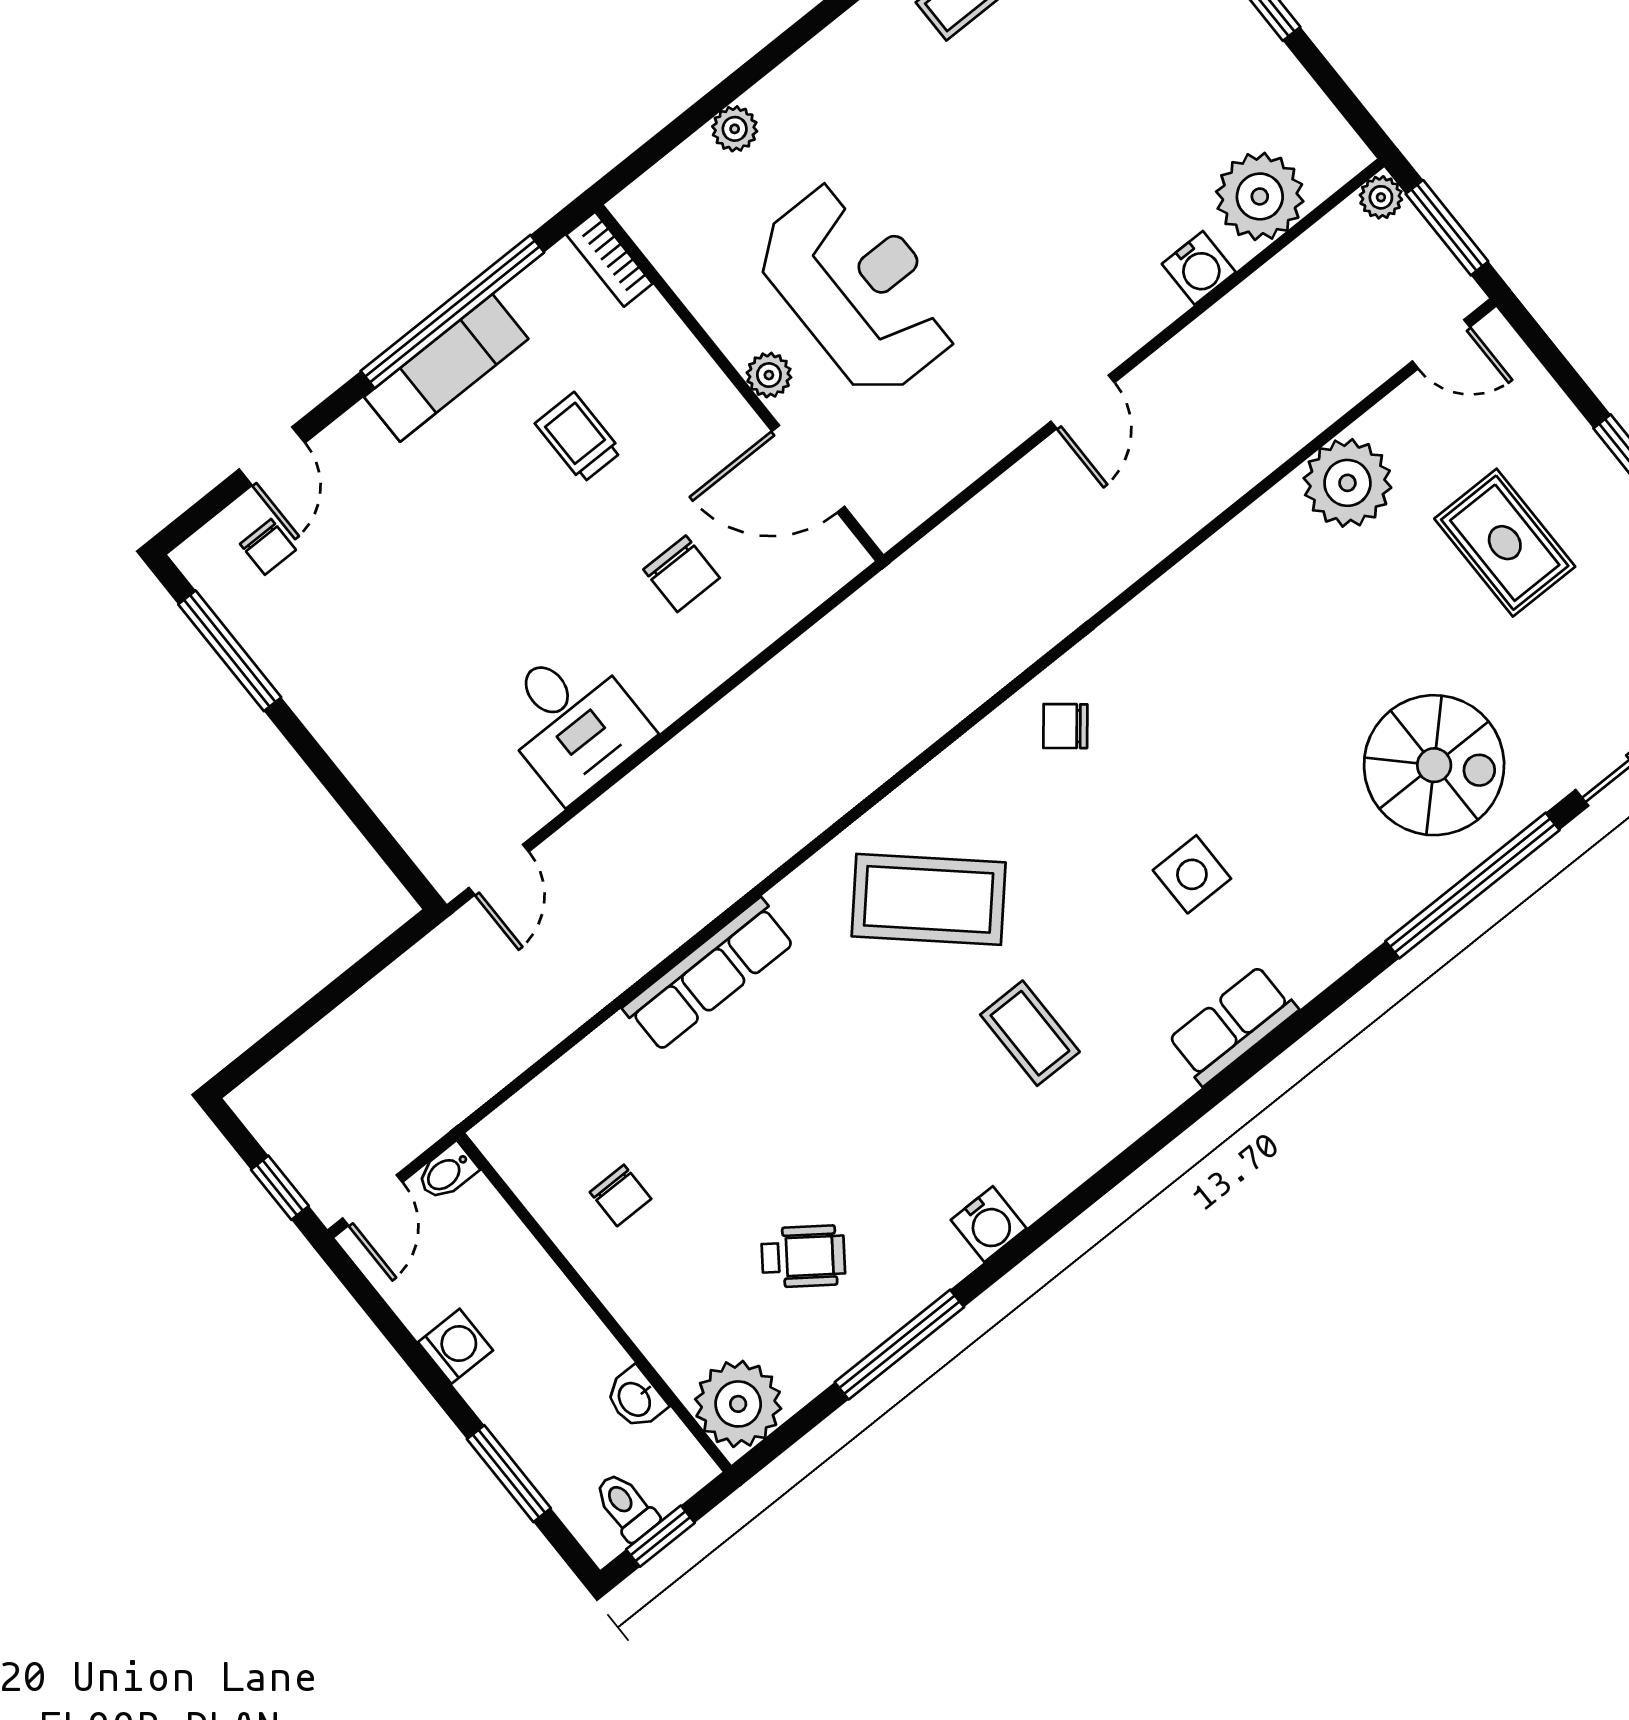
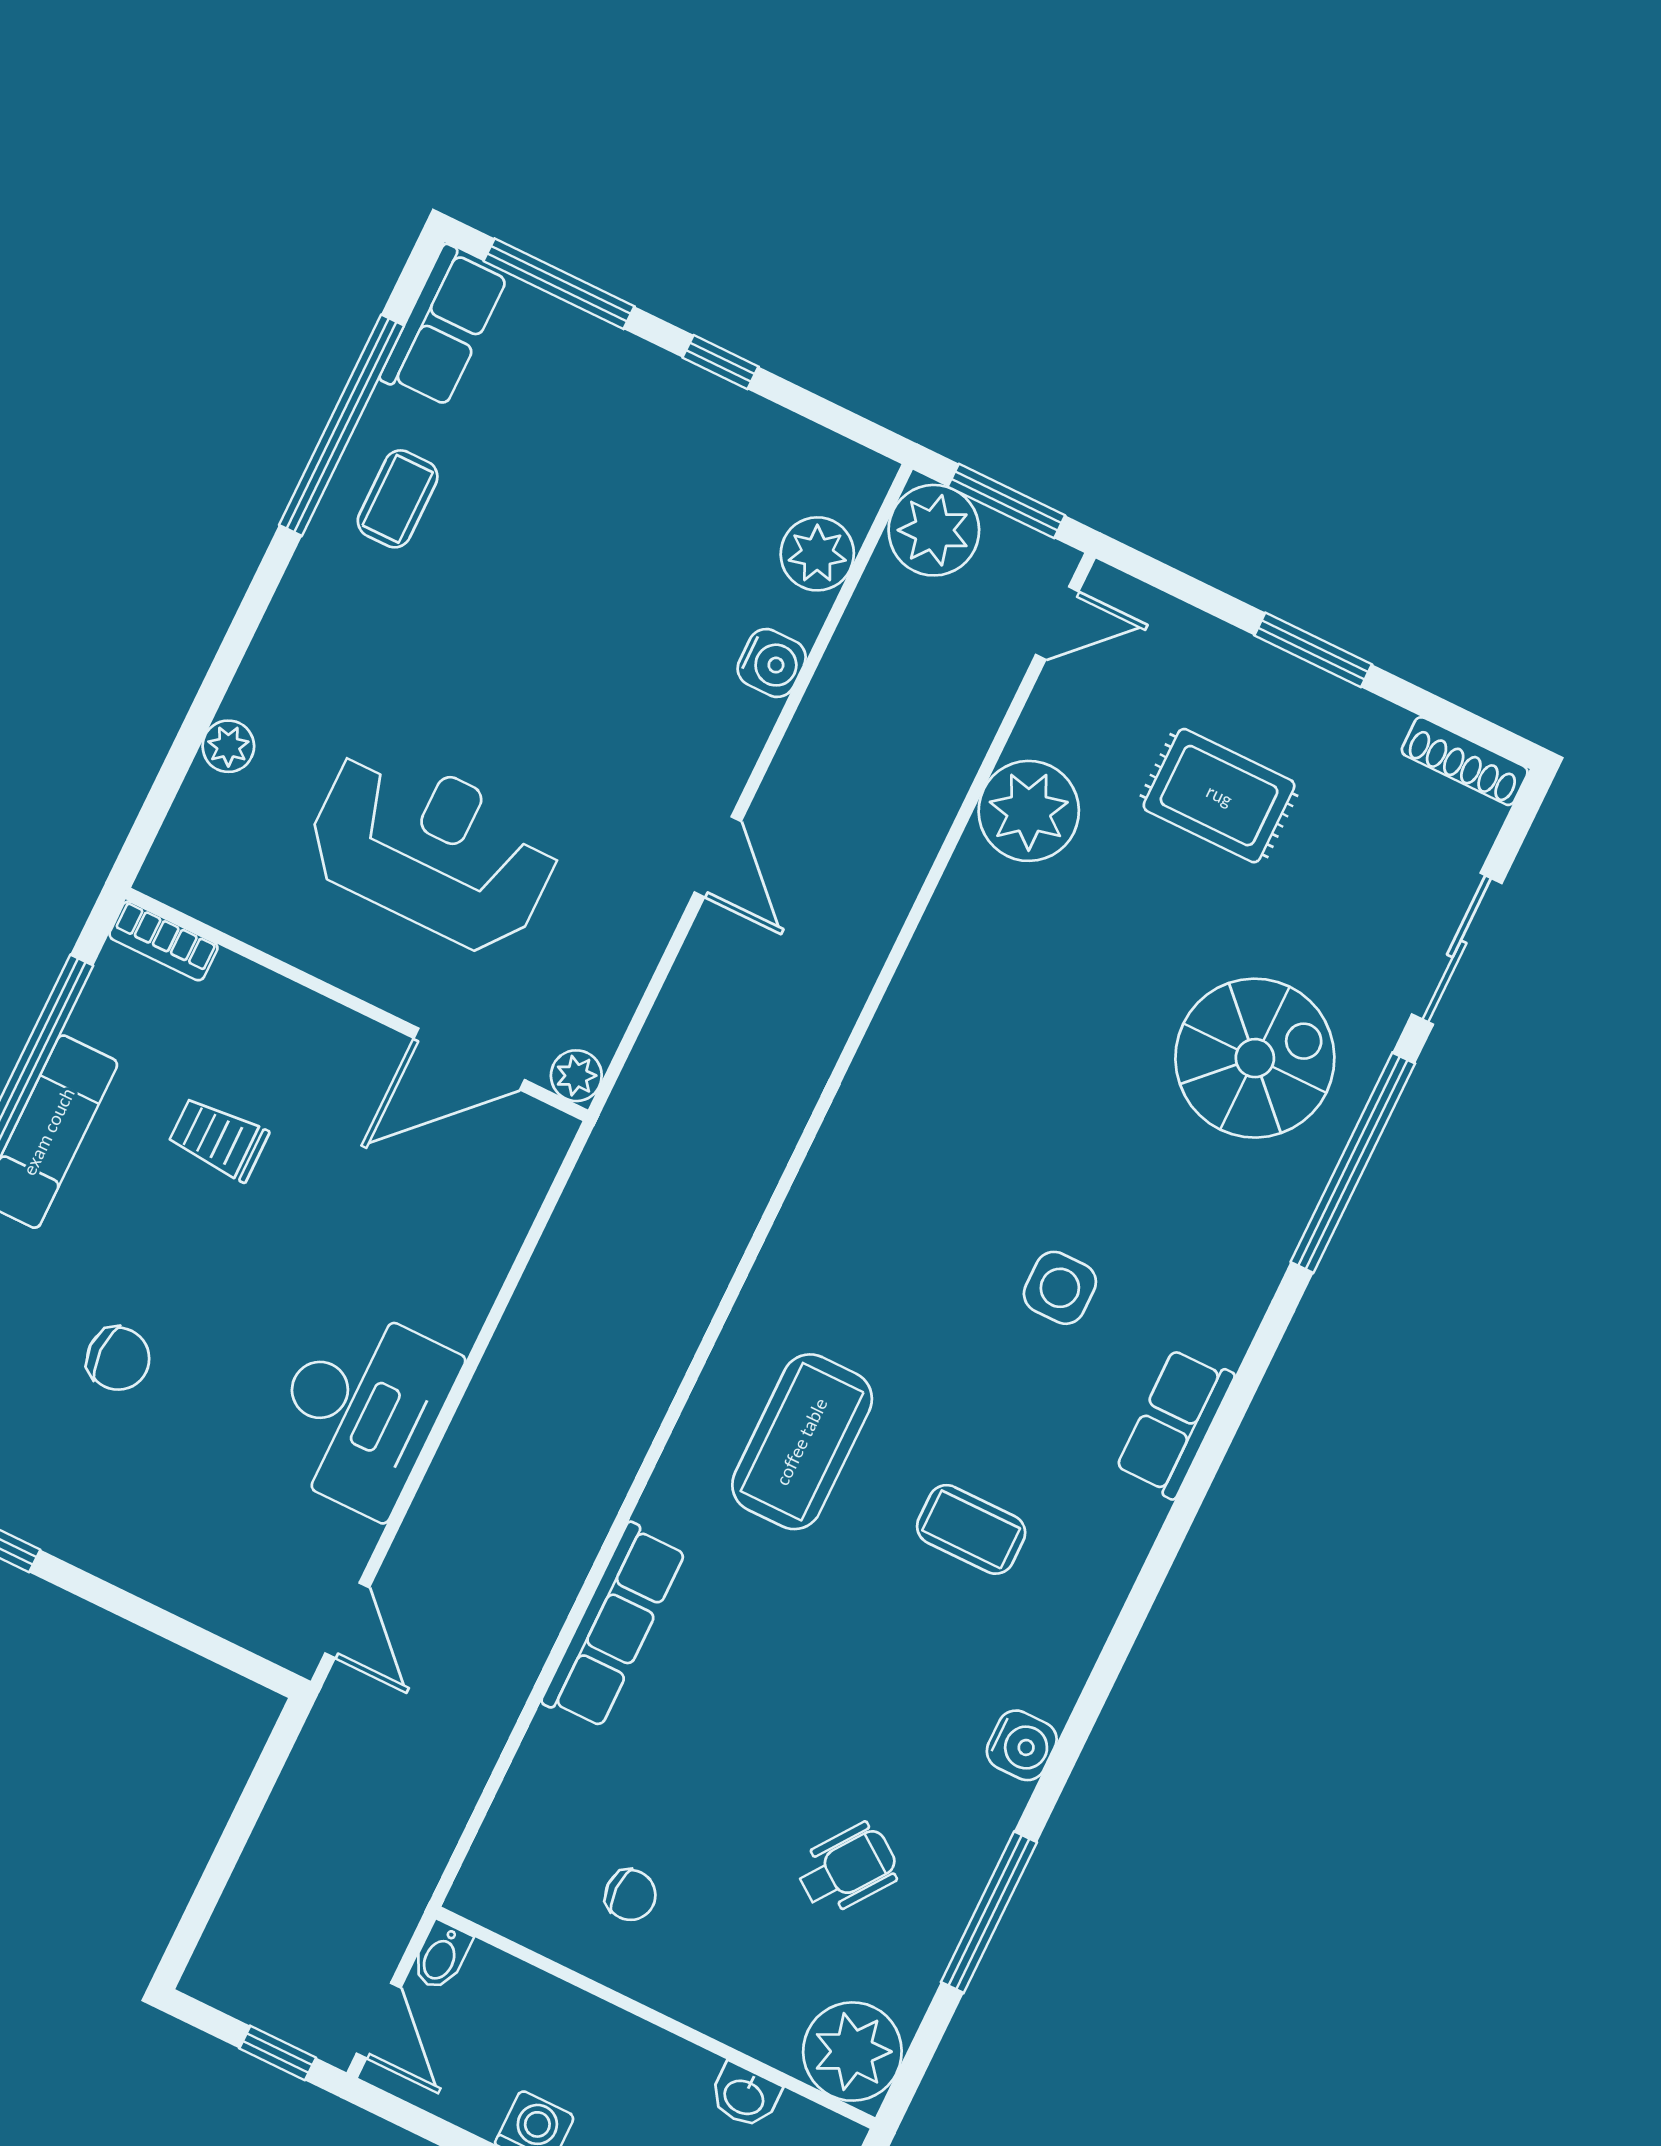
plant: (1260, 196) -> (817, 554), width x0.73, depth x0.73
plant: (1381, 197) -> (934, 530), width x1.88, depth x1.88
plant: (769, 375) -> (576, 1076), moved
chair: (682, 574) -> (118, 1359), moved
desk: (572, 721) -> (361, 1410), width x1.37
chair: (1065, 726) -> (858, 1198), removed
coffee table: (929, 899) -> (802, 1442), turned -42

